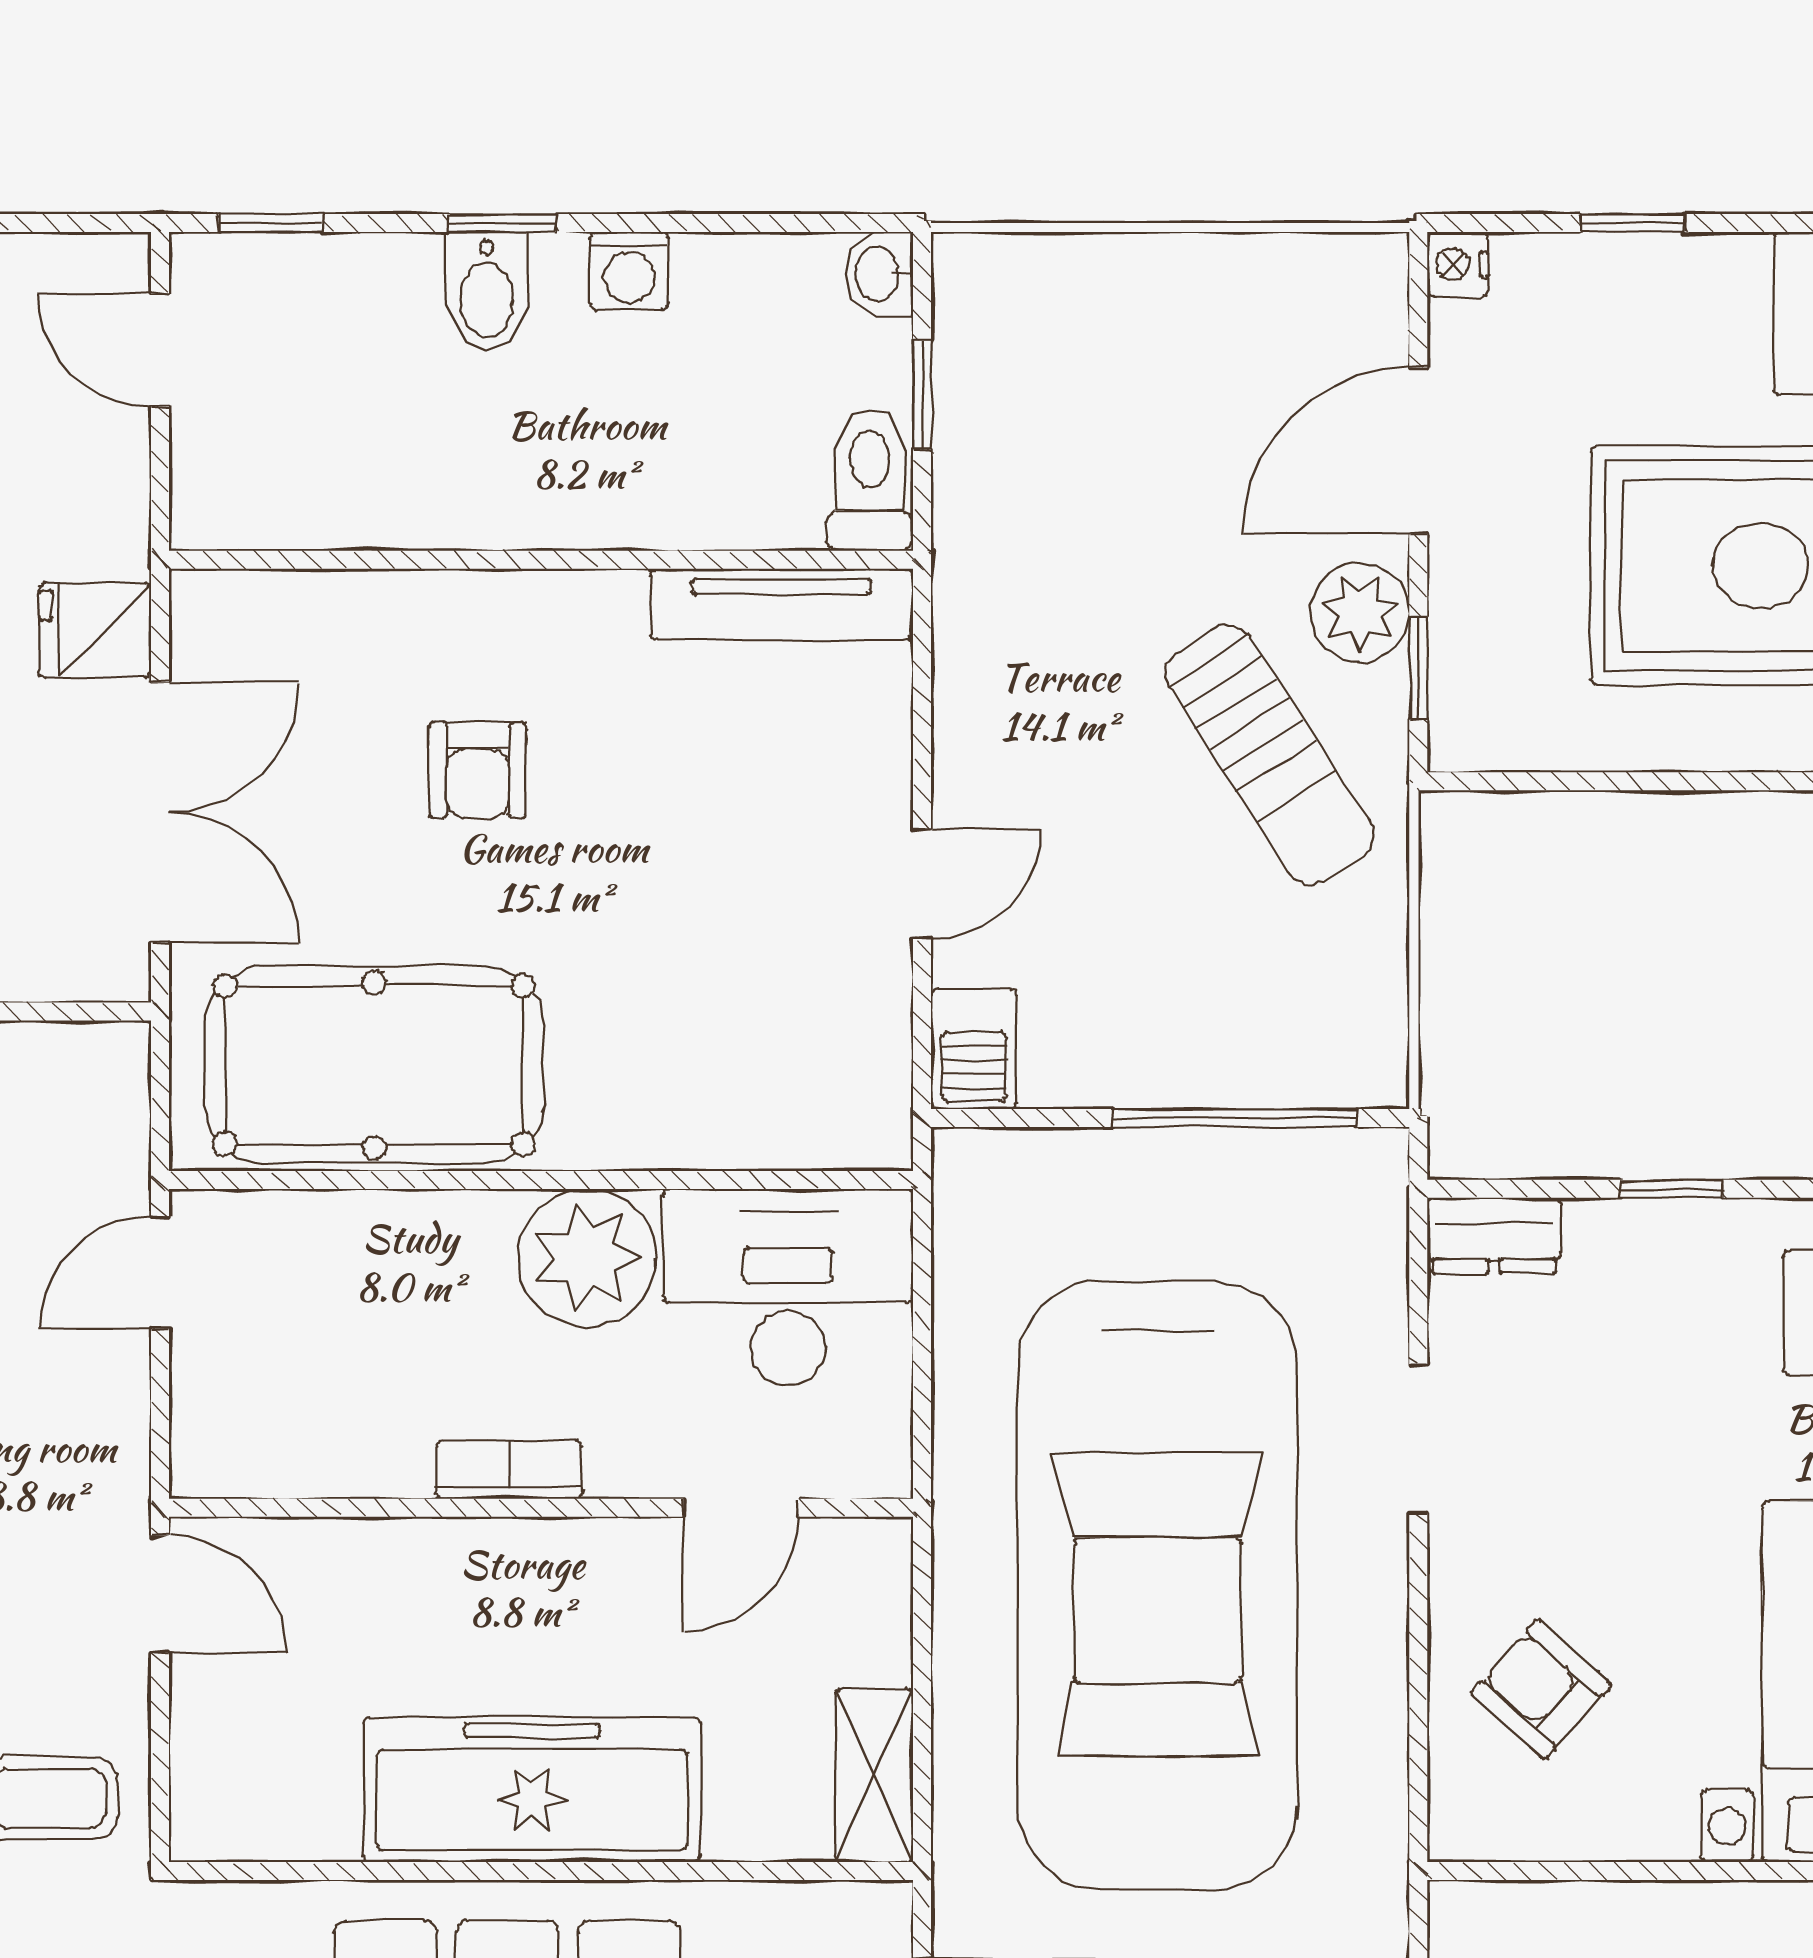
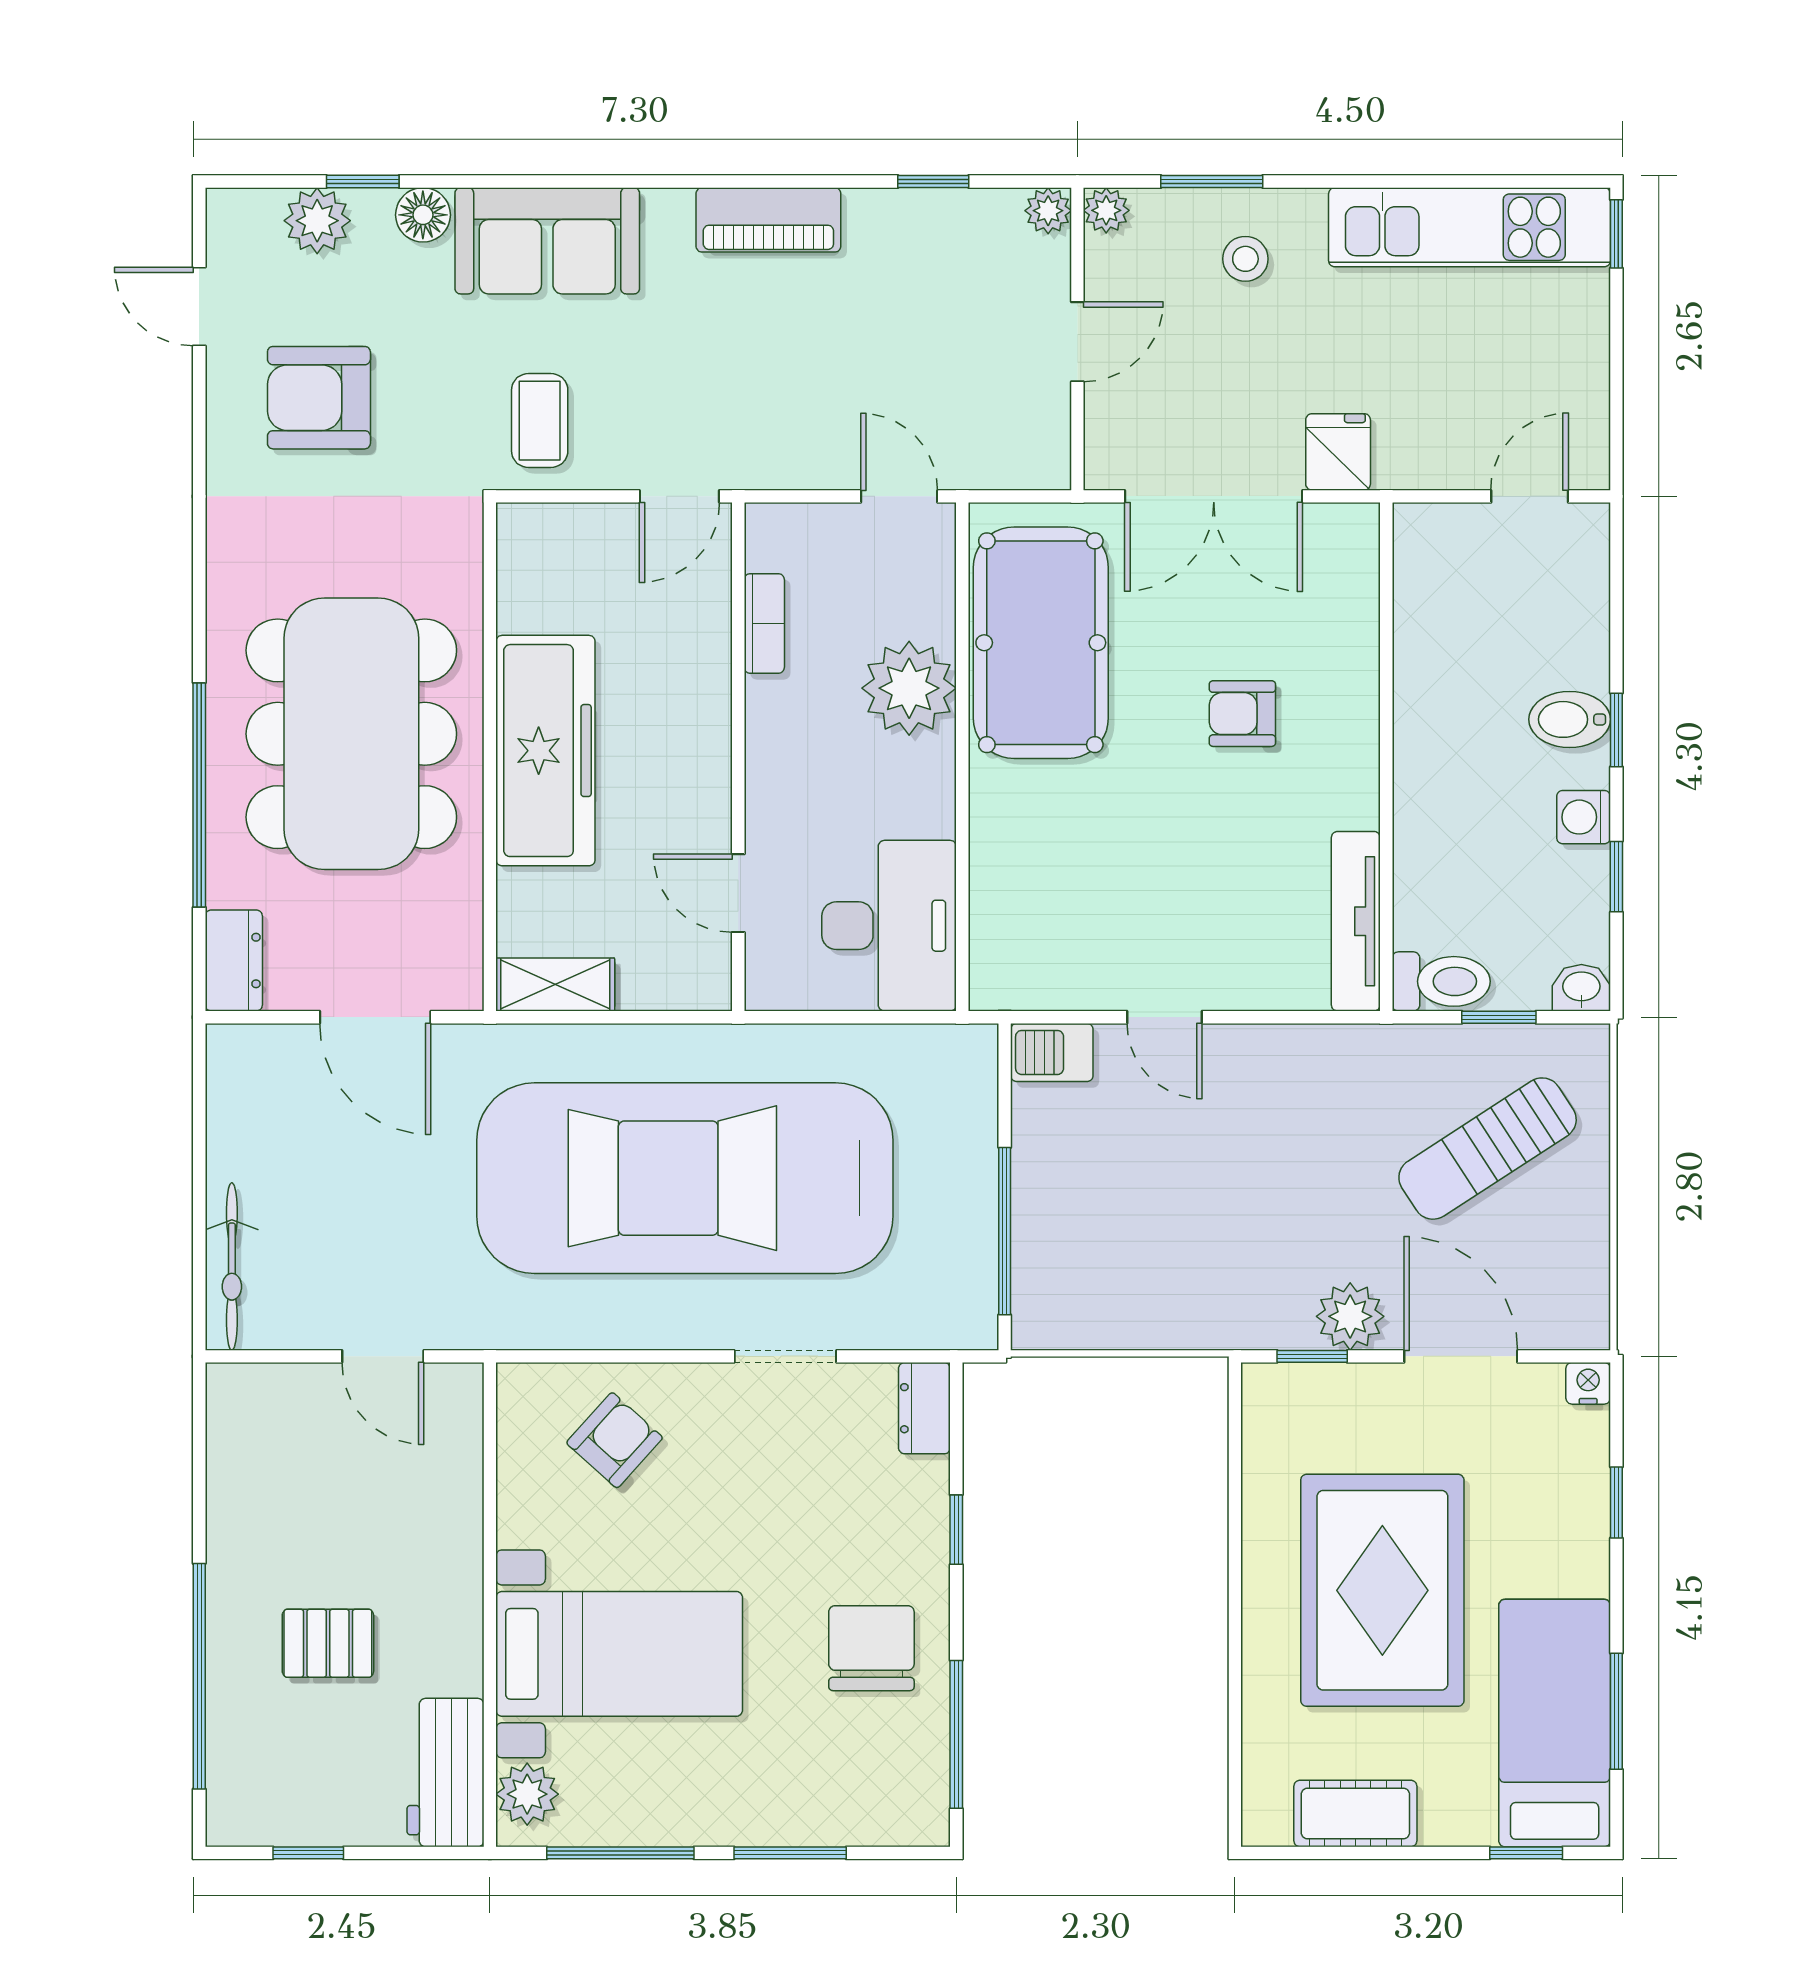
window: (271, 223) -> (1616, 877), moved
sun lounger: (1270, 755) -> (1488, 1149), moved
plant: (587, 1258) -> (909, 688), moved
bookcase: (509, 1470) -> (764, 623), moved

